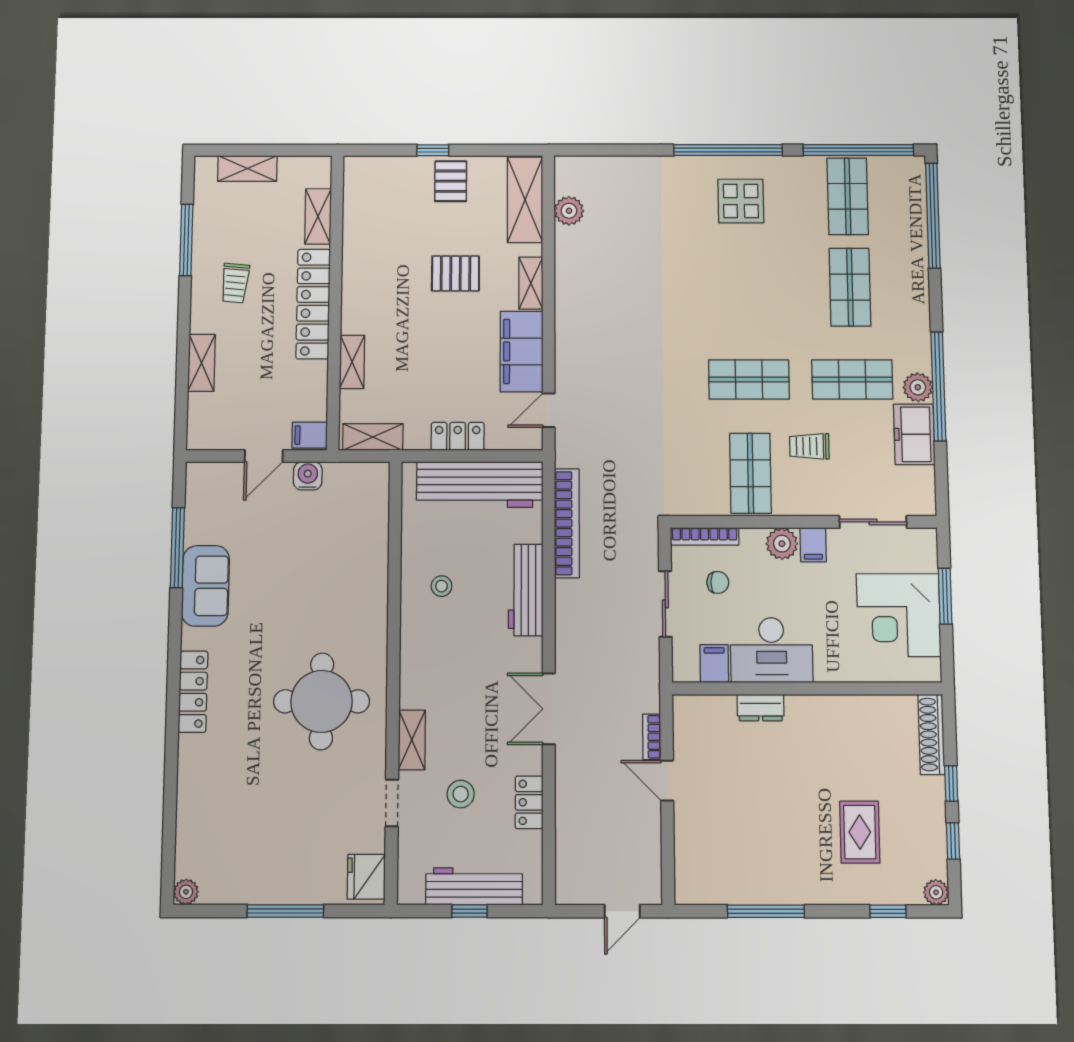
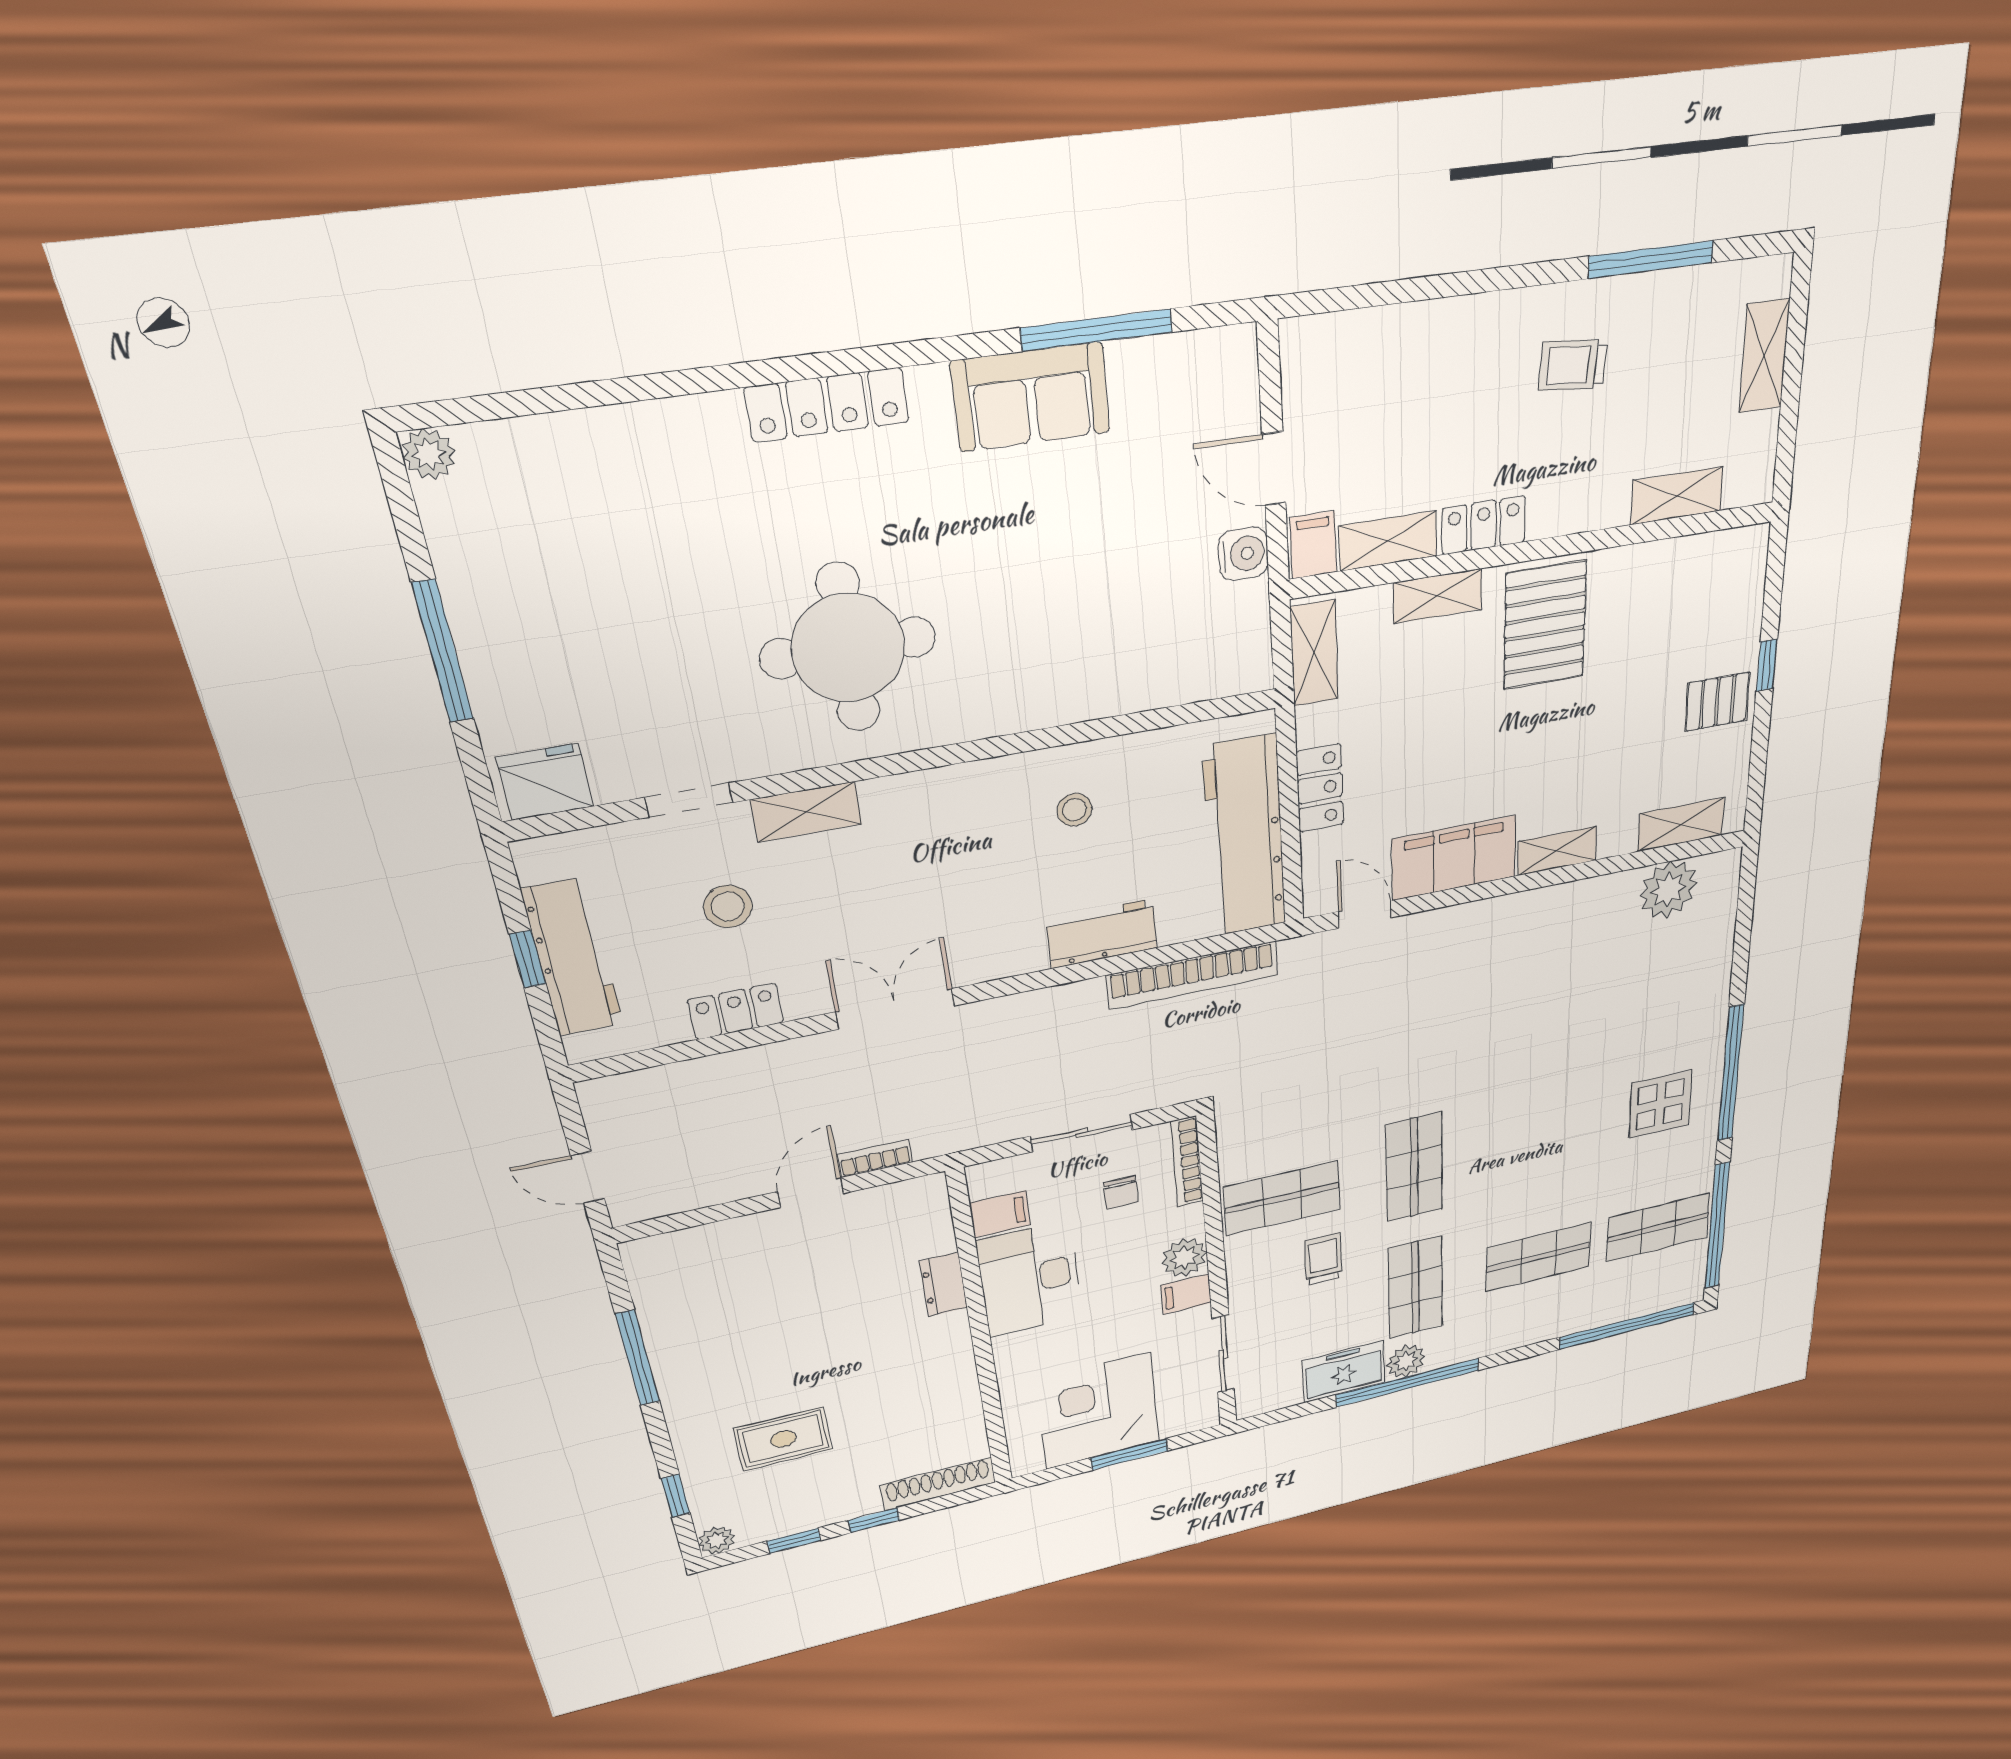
shelving: (525, 200) -> (1681, 824), width x0.67, depth x0.75
plant: (569, 211) -> (1668, 889), width x1.36, depth x1.36
pallet: (455, 273) -> (1545, 625), moved, width x1.50, depth x1.42
locker: (313, 304) -> (1484, 525), width x0.46, depth x0.83
shelving: (201, 363) -> (1388, 541), moved
workbench: (526, 590) -> (1102, 934), width x0.73

